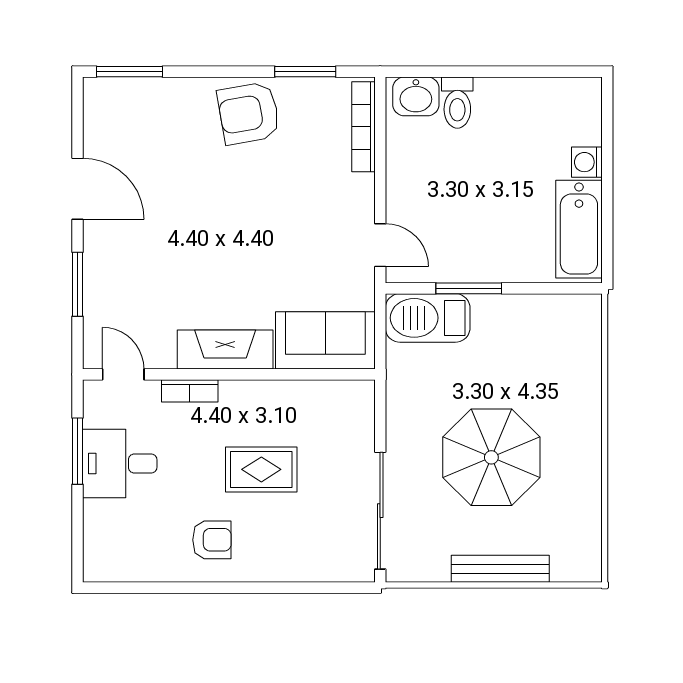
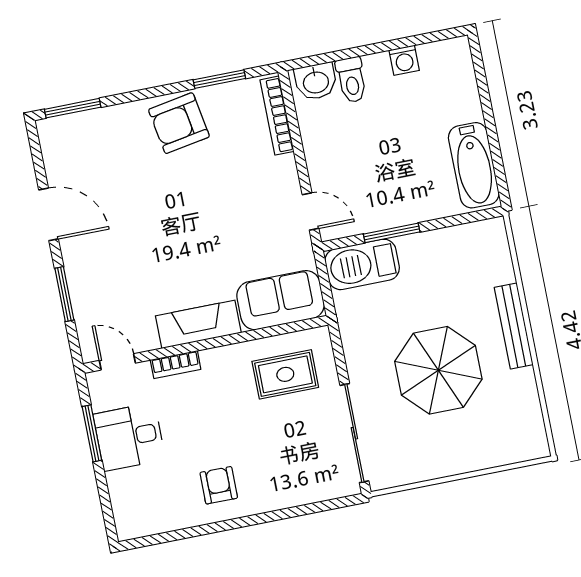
washing machine: (587, 162) -> (404, 60), moved, turned -90
rug: (261, 469) -> (285, 374), moved
armchair: (212, 540) -> (219, 485), turned -90
bench: (500, 569) -> (514, 326), moved, turned 90

